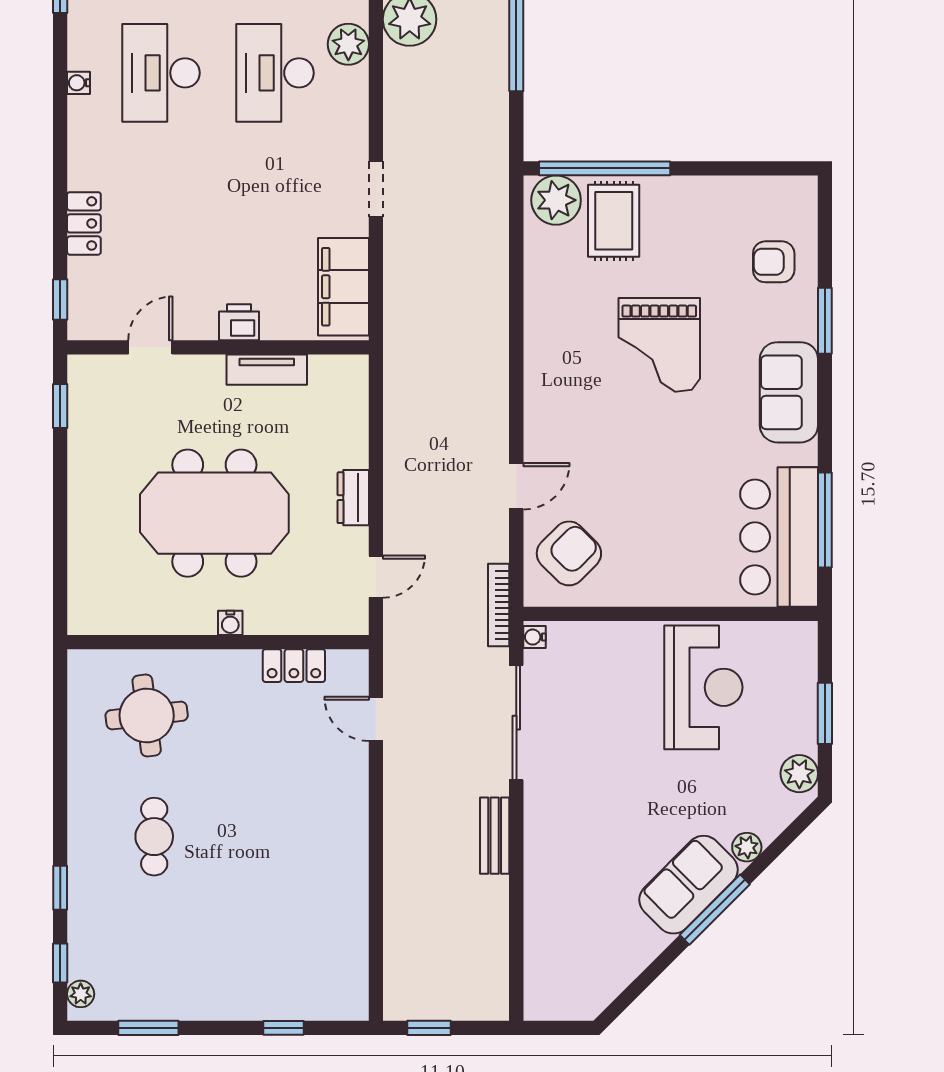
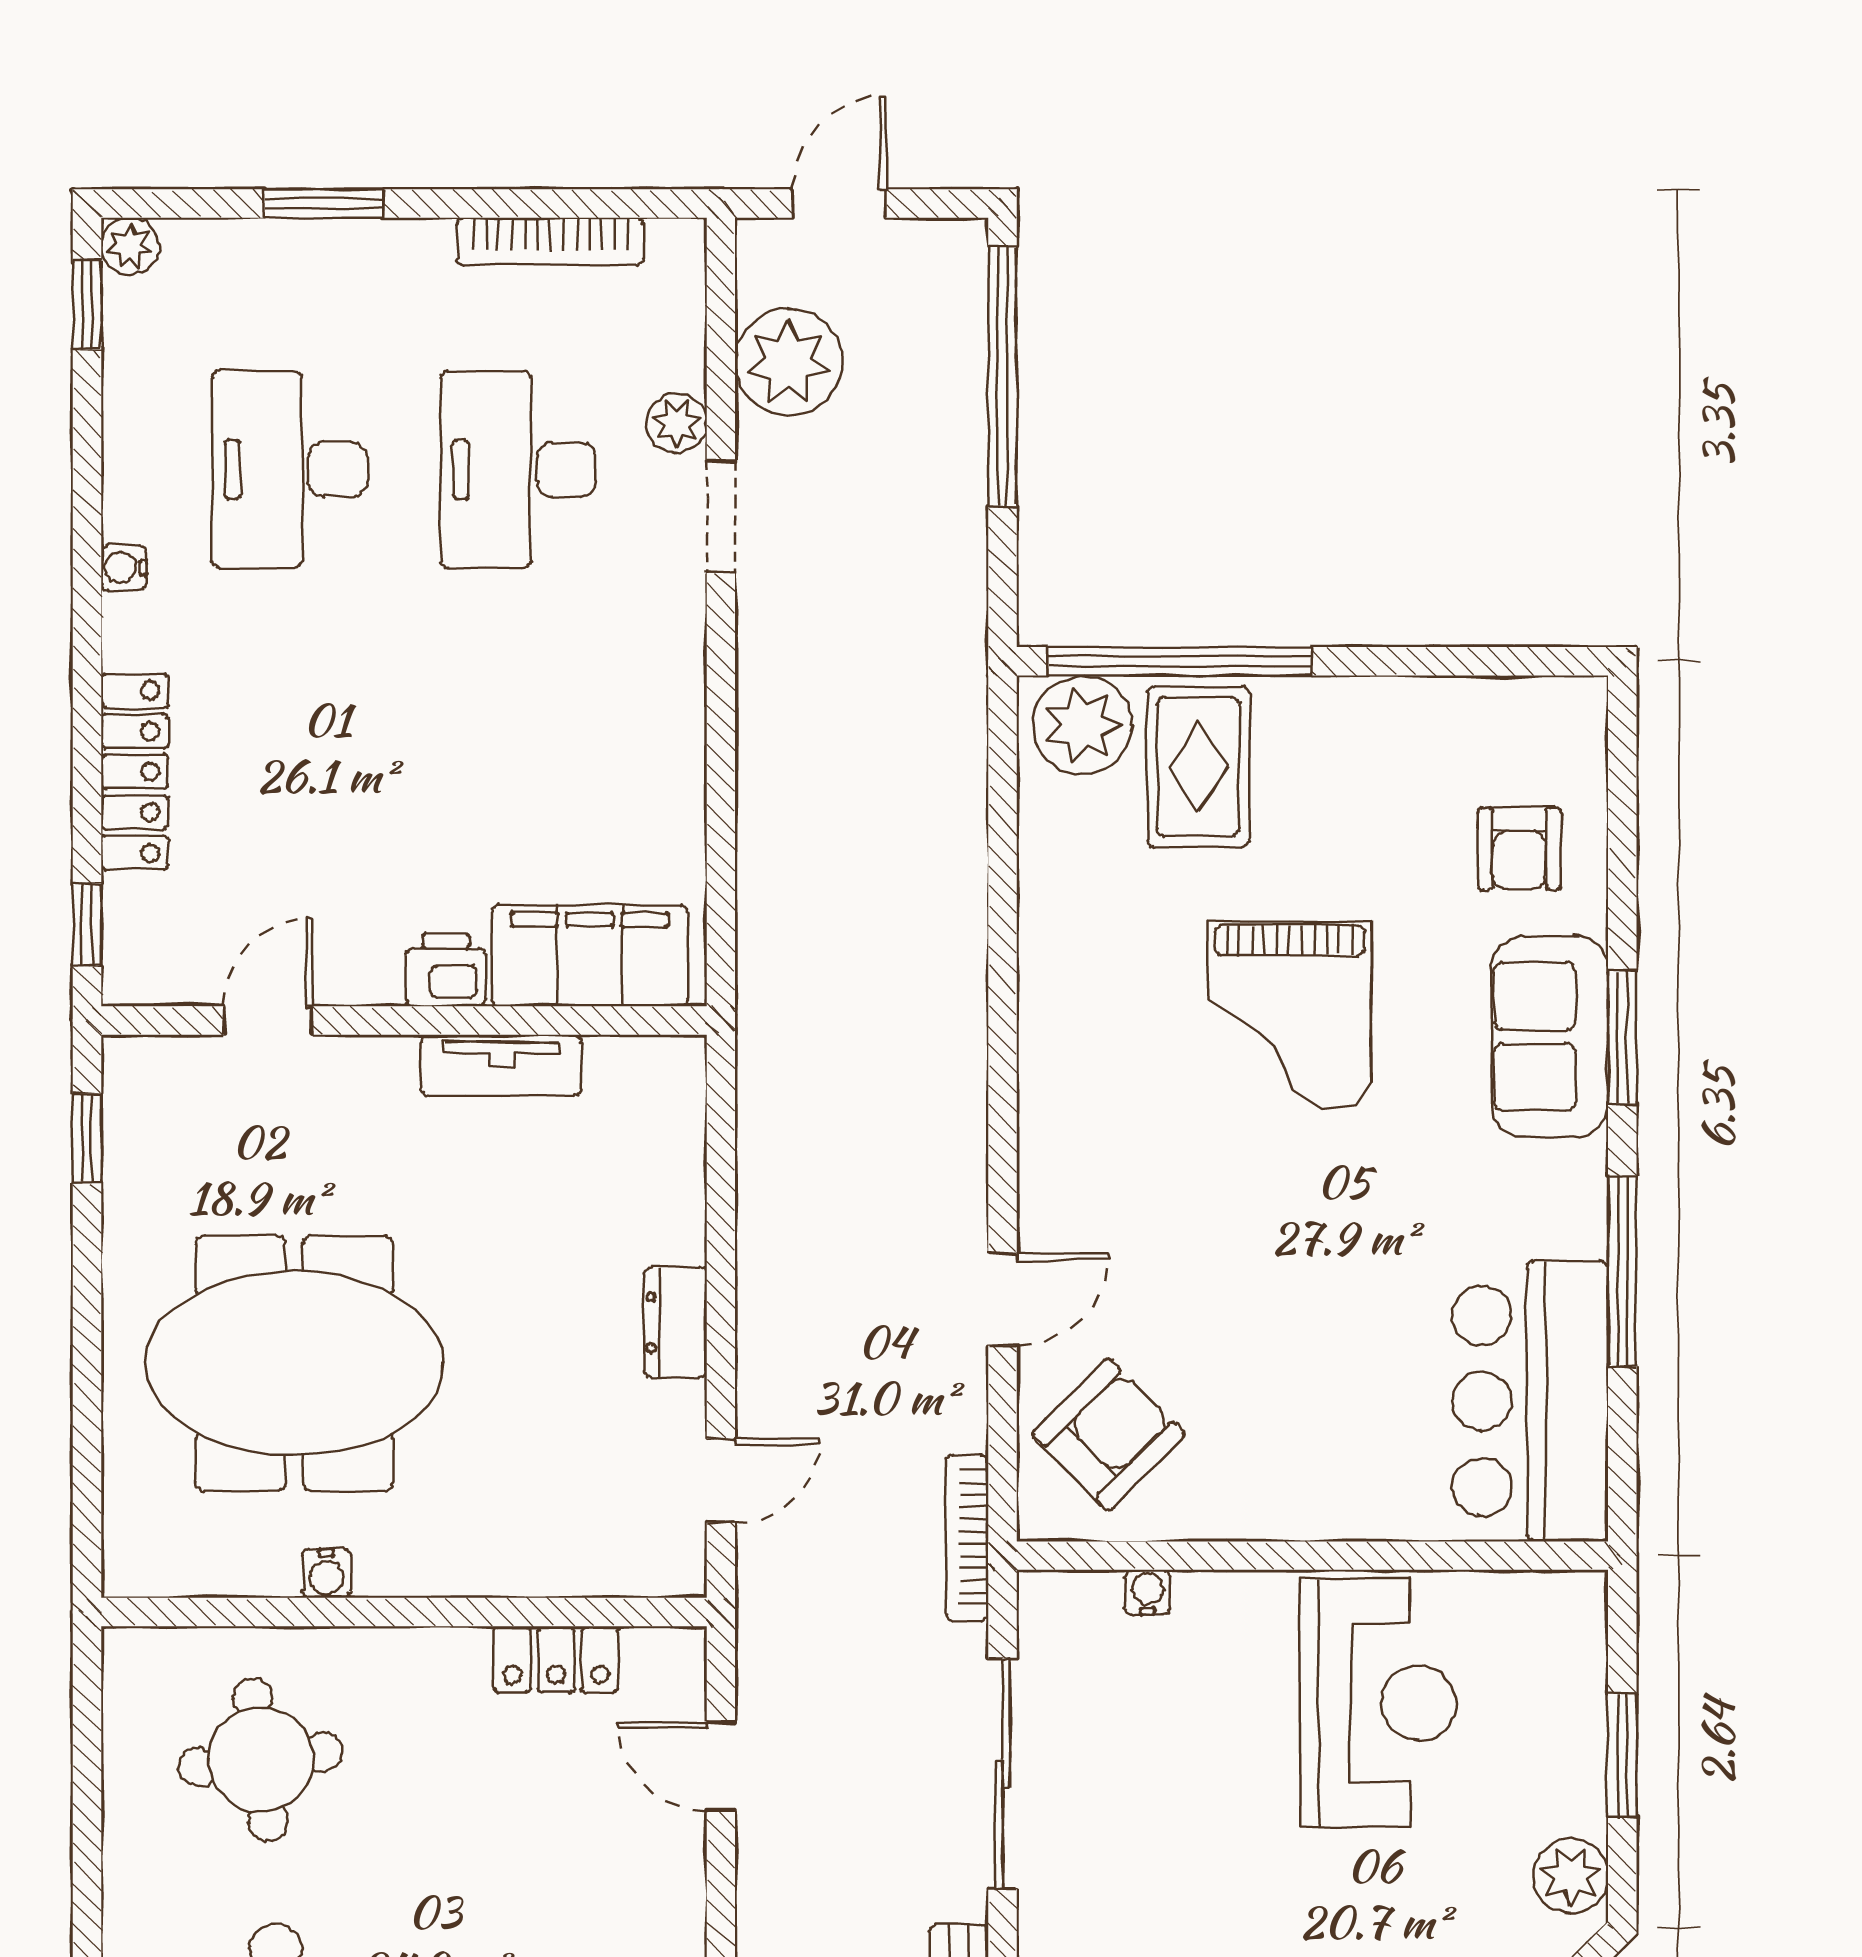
plant: (348, 44) -> (677, 423), width x0.73, depth x0.73
water cooler: (78, 83) -> (124, 568), moved
doorway: (376, 189) -> (721, 517), moved
locker: (84, 223) -> (135, 772), width x1.53
armchair: (774, 262) -> (1519, 849), turned -90
filing cabinet: (344, 287) -> (590, 955), moved, turned 90
window: (825, 321) -> (1622, 1037), moved
sofa: (789, 392) -> (1550, 1036), moved
meeting table: (214, 513) -> (294, 1363), moved
window: (825, 520) -> (1622, 1271), moved
water cooler: (230, 623) -> (327, 1573), moved
water cooler: (534, 637) -> (1148, 1592), moved, turned 90

